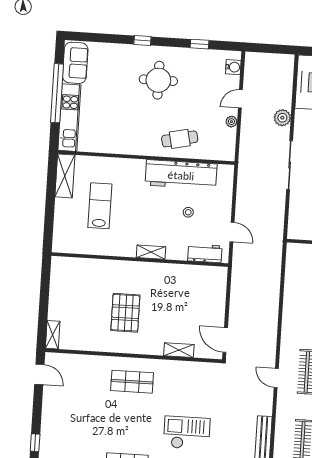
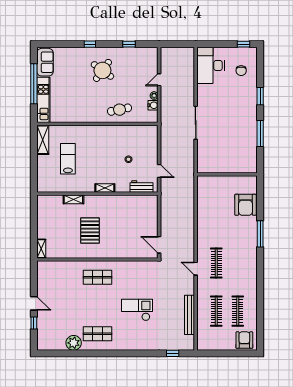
water cooler: (233, 67) -> (153, 105), moved
round table: (158, 80) -> (102, 70), turned 36
plant: (282, 118) -> (189, 91), removed
workbench: (181, 175) -> (122, 134), removed
shelving: (179, 350) -> (73, 199), moved
door: (39, 374) -> (34, 303), moved

